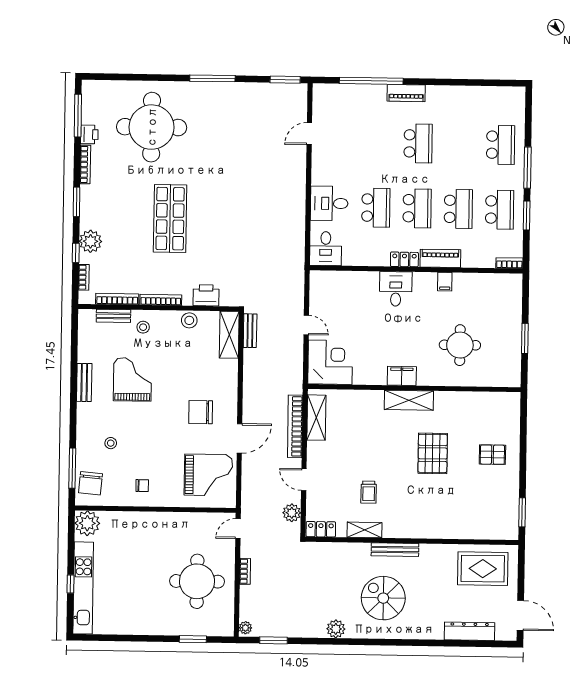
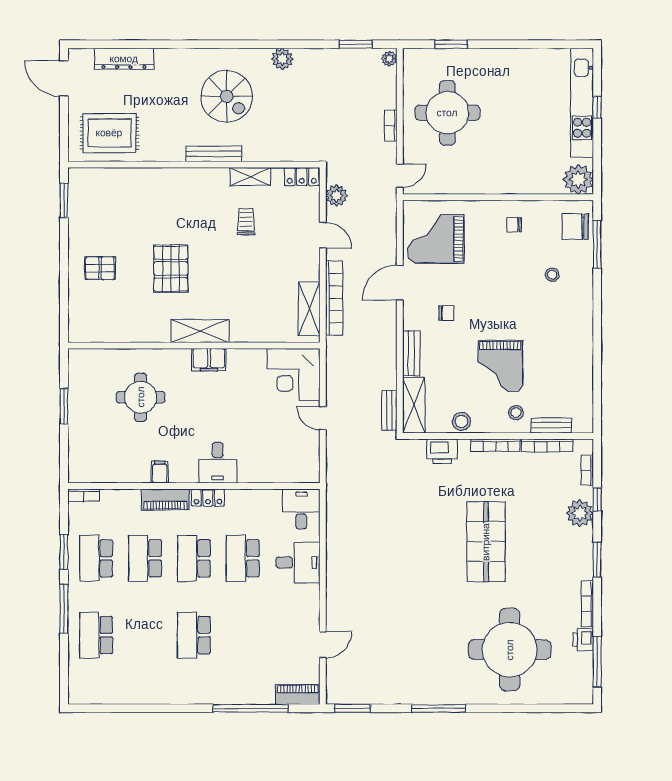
piano: (406, 93) -> (298, 695), moved
grand piano: (132, 379) -> (500, 366), moved
bench: (84, 382) -> (411, 353), moved
chair: (201, 412) -> (446, 313), width x0.54, depth x0.54
chair: (90, 483) -> (575, 227), turned -95

